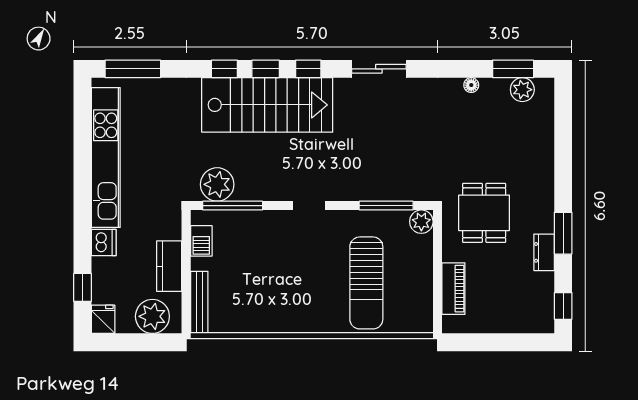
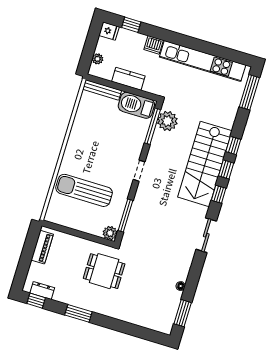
plant: (522, 90) -> (169, 315), removed
barbecue: (201, 241) -> (136, 105), width x1.88, depth x1.53
dresser: (544, 252) -> (42, 290), moved
piano: (453, 289) -> (42, 247), moved, turned -90
plant: (152, 316) -> (98, 59), width x0.53, depth x0.53

